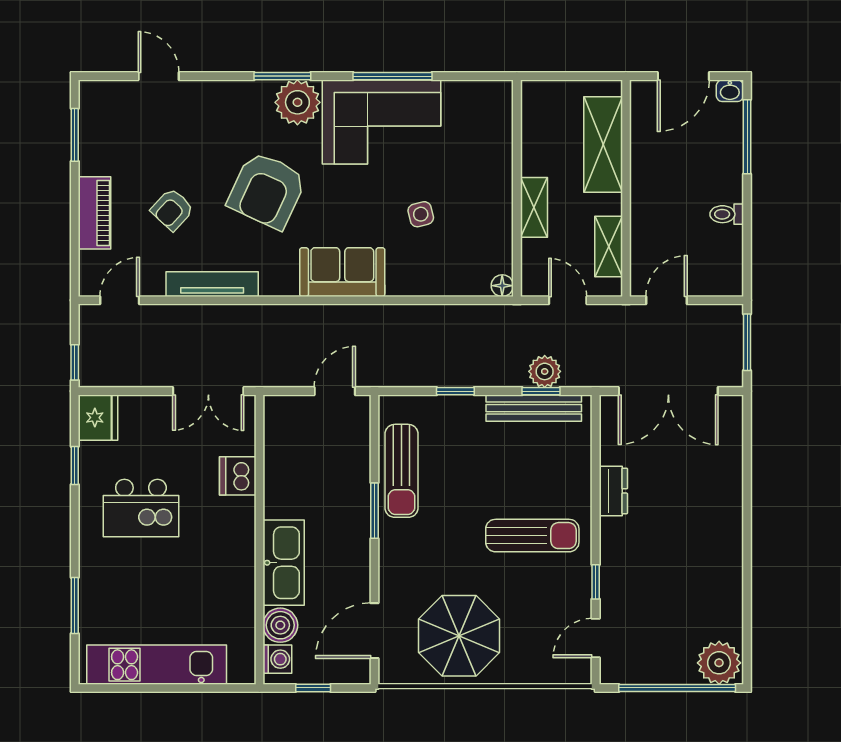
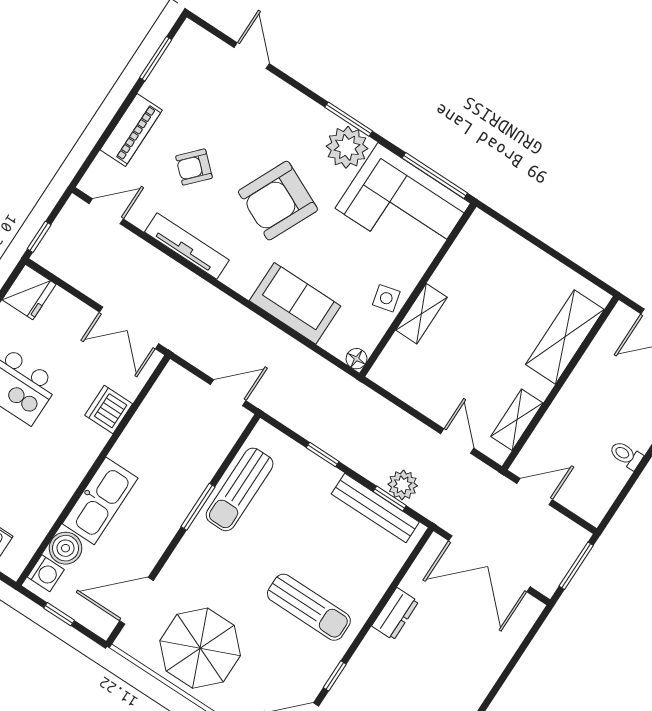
wall: (517, 188) -> (418, 290), moved
shelving: (534, 207) -> (421, 314), moved
floor lamp: (502, 286) -> (356, 359), moved

